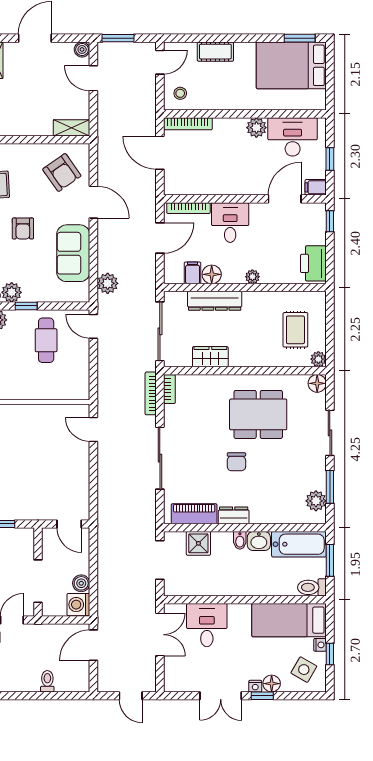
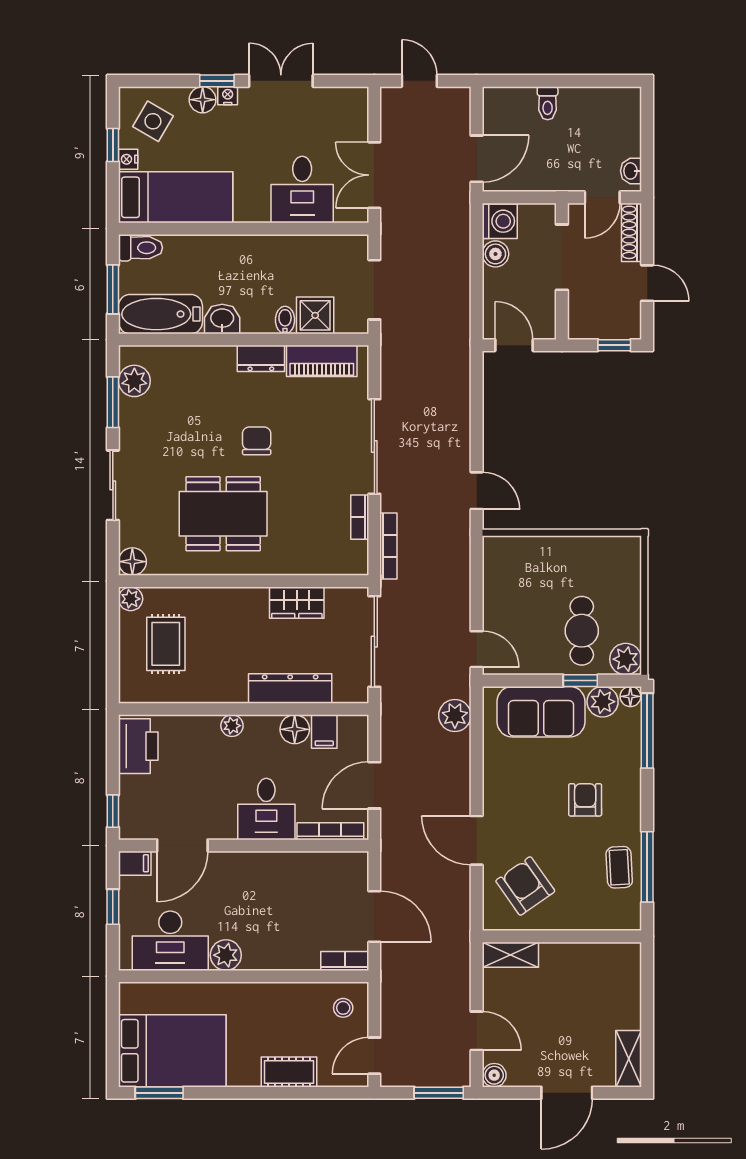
bookcase: (188, 124) -> (345, 961), width x0.64
sofa: (73, 253) -> (541, 712), moved, turned 90
cafe table: (46, 340) -> (582, 631), moved
bookcase: (169, 389) -> (360, 517), moved
bidet: (240, 540) -> (285, 320), moved

